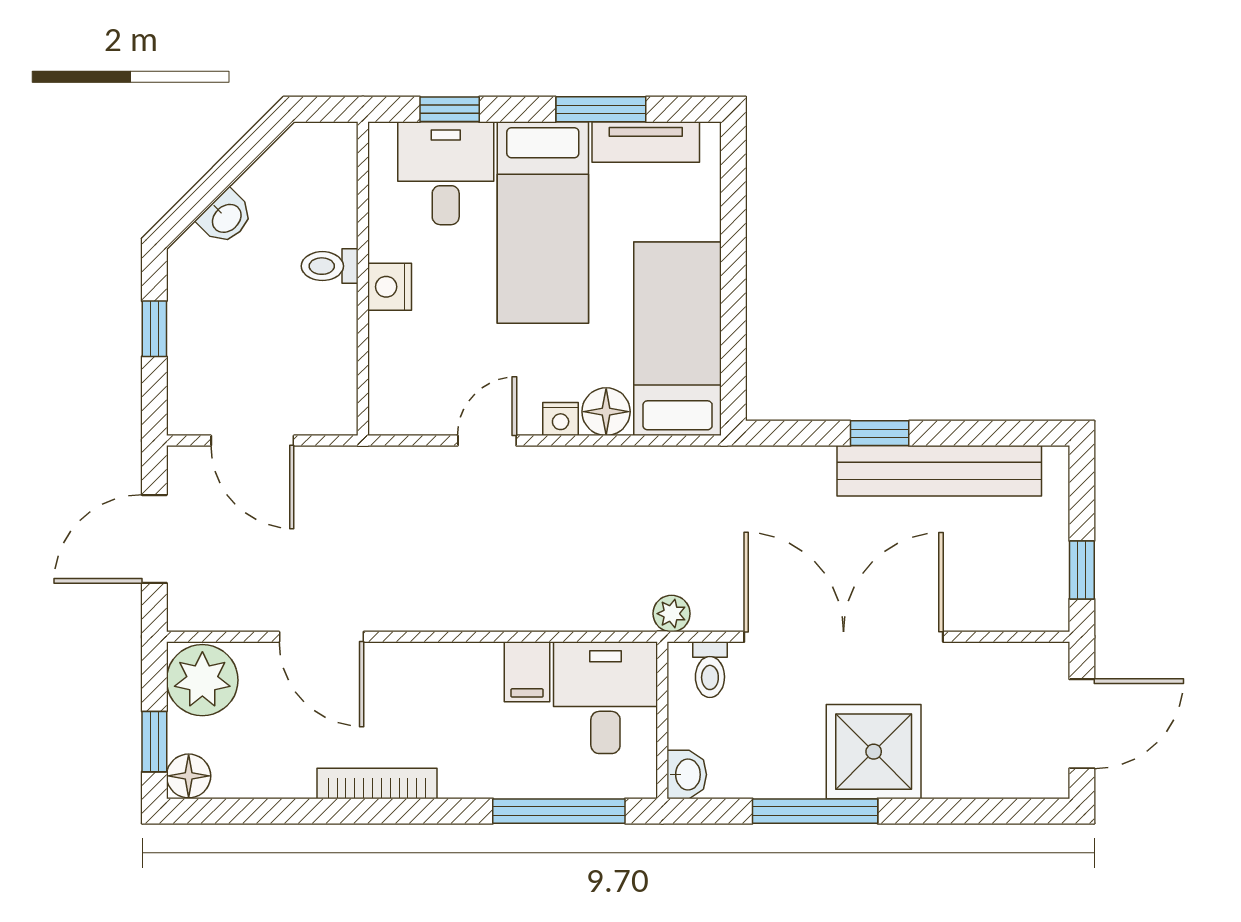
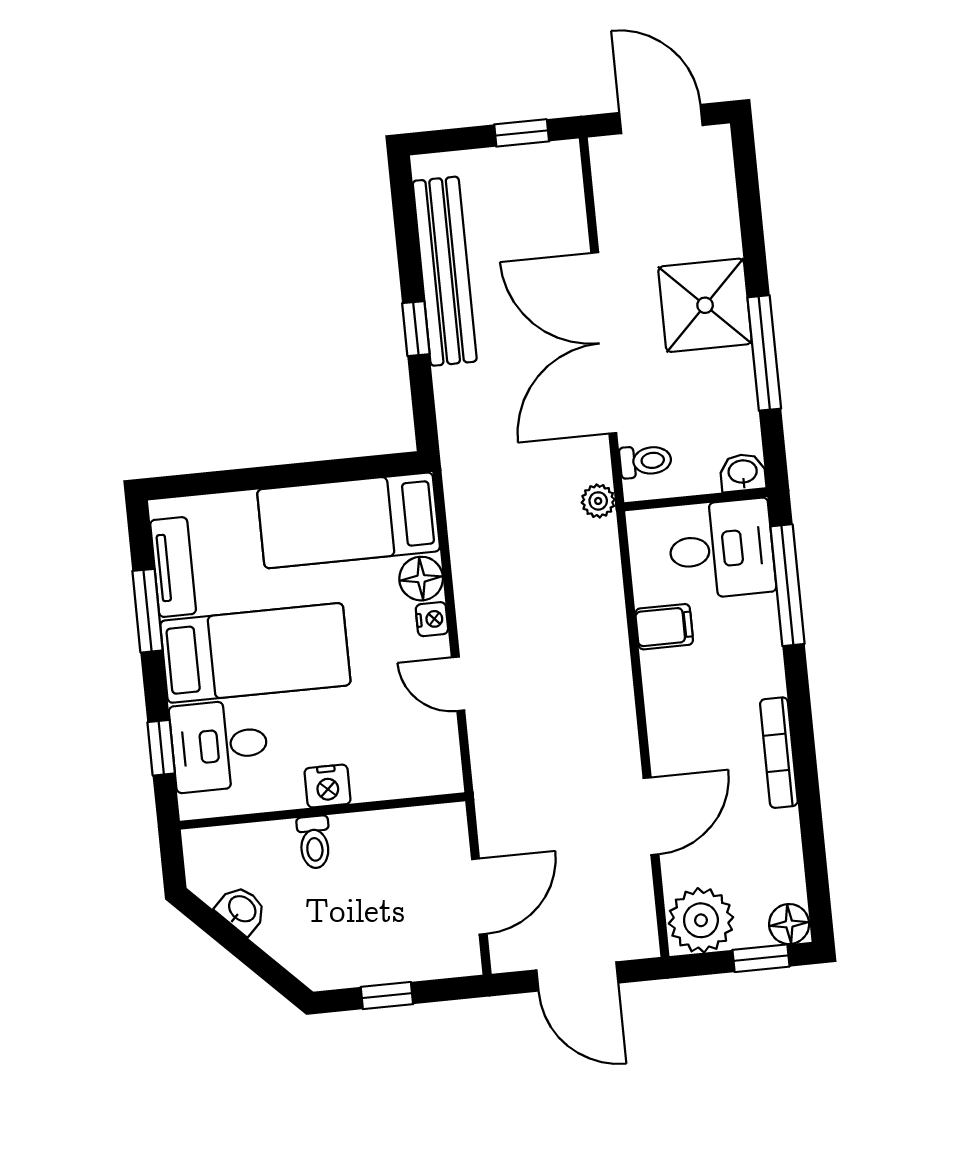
washbasin: (226, 218) -> (242, 910), moved
desk: (605, 698) -> (721, 549), moved, turned 180

